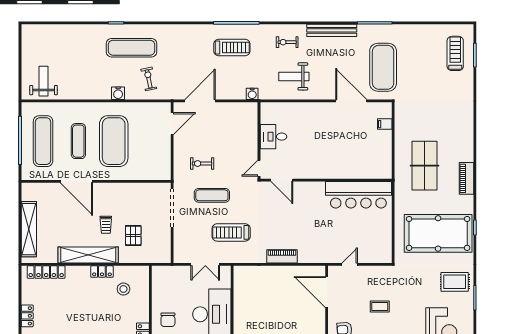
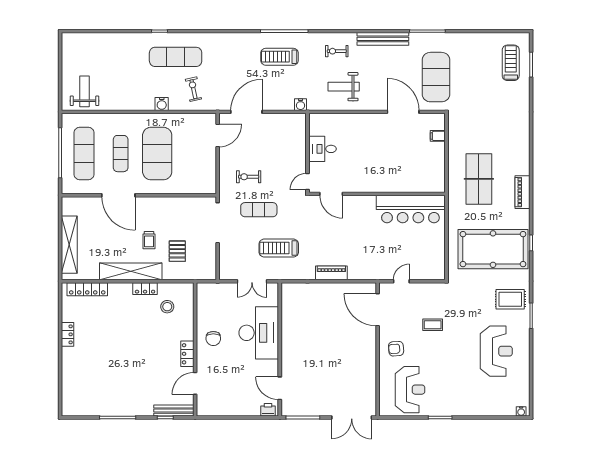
treadmill: (232, 48) -> (280, 57), turned 180

